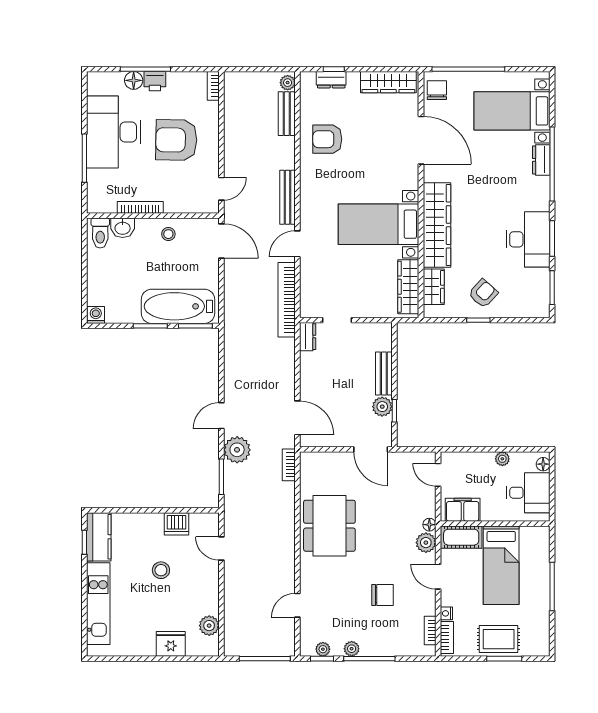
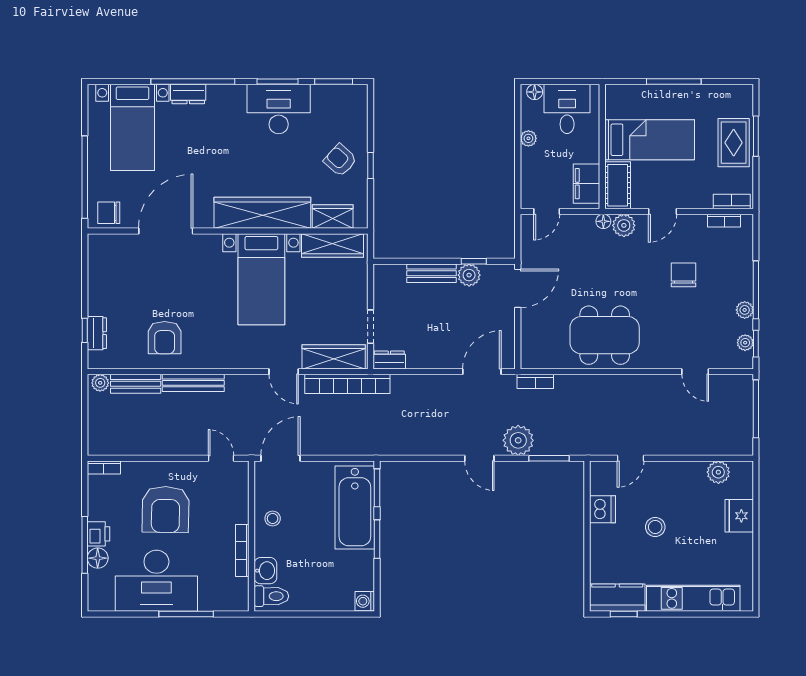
wardrobe: (388, 82) -> (334, 357), moved, turned -90
bench: (288, 197) -> (193, 383), moved
nightstand: (446, 613) -> (704, 202), removed

